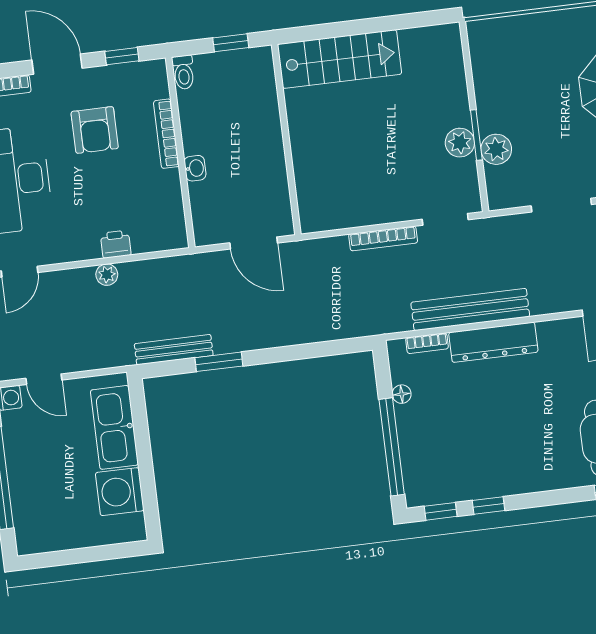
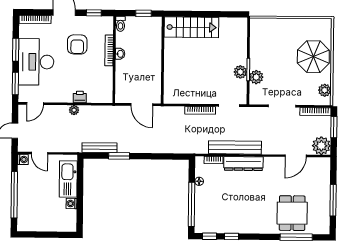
washbasin: (195, 168) -> (120, 54), moved
washing machine: (120, 492) -> (71, 204), width x0.53, depth x0.53

